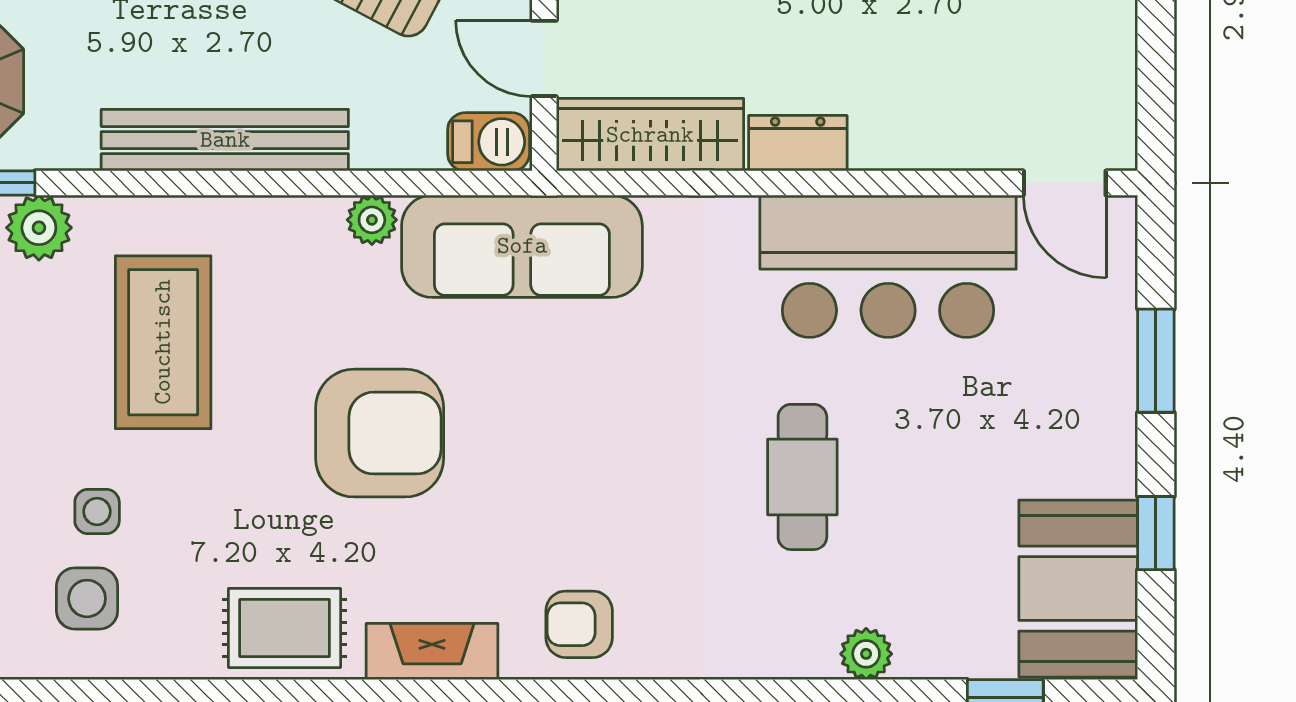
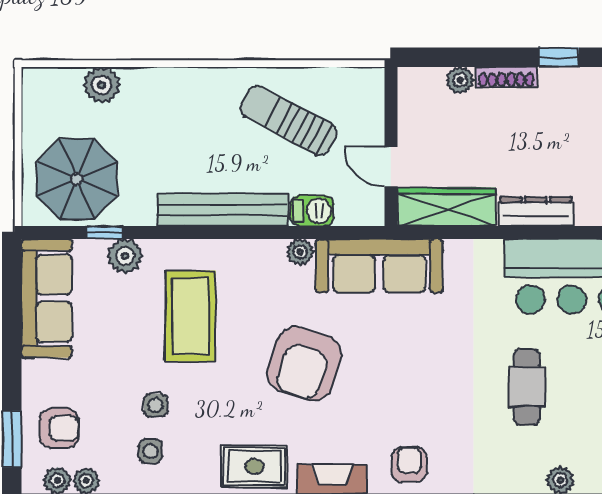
barbecue: (489, 142) -> (312, 211), moved
dresser: (798, 143) -> (536, 212), width x1.44
armchair: (380, 433) -> (304, 364), turned 108
side table: (87, 598) -> (150, 451), width x0.73, depth x0.73
armchair: (579, 624) -> (409, 465), turned 90

